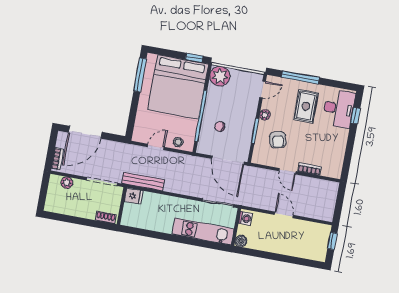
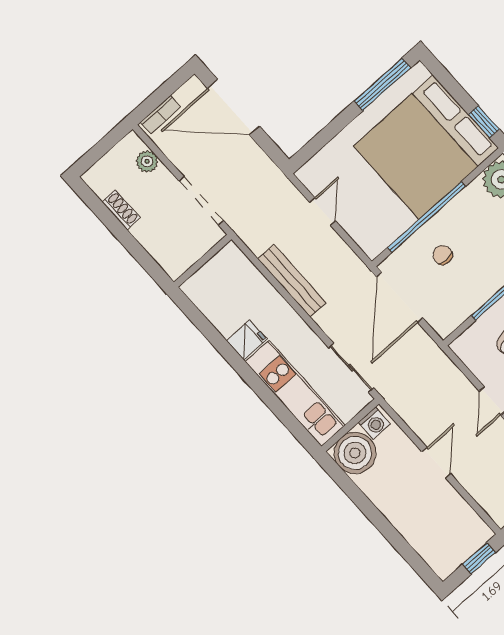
stool: (178, 142) -> (362, 230), removed
door: (156, 147) -> (323, 211), hinge flipped
door: (228, 160) -> (400, 297), moved
bench: (143, 182) -> (292, 281), moved
fridge: (134, 196) -> (247, 340), moved, turned -90
shoe rack: (106, 217) -> (121, 210), moved
boiler: (241, 241) -> (355, 453), width x1.86, depth x1.86

